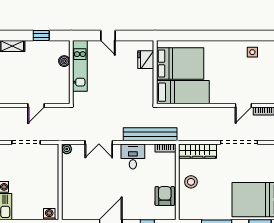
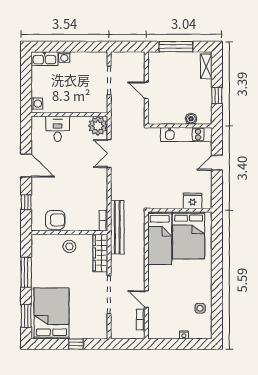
bench: (150, 134) -> (117, 227), moved
plant: (67, 149) -> (98, 126), width x1.87, depth x1.87
desk: (133, 157) -> (58, 129), moved, turned -90

